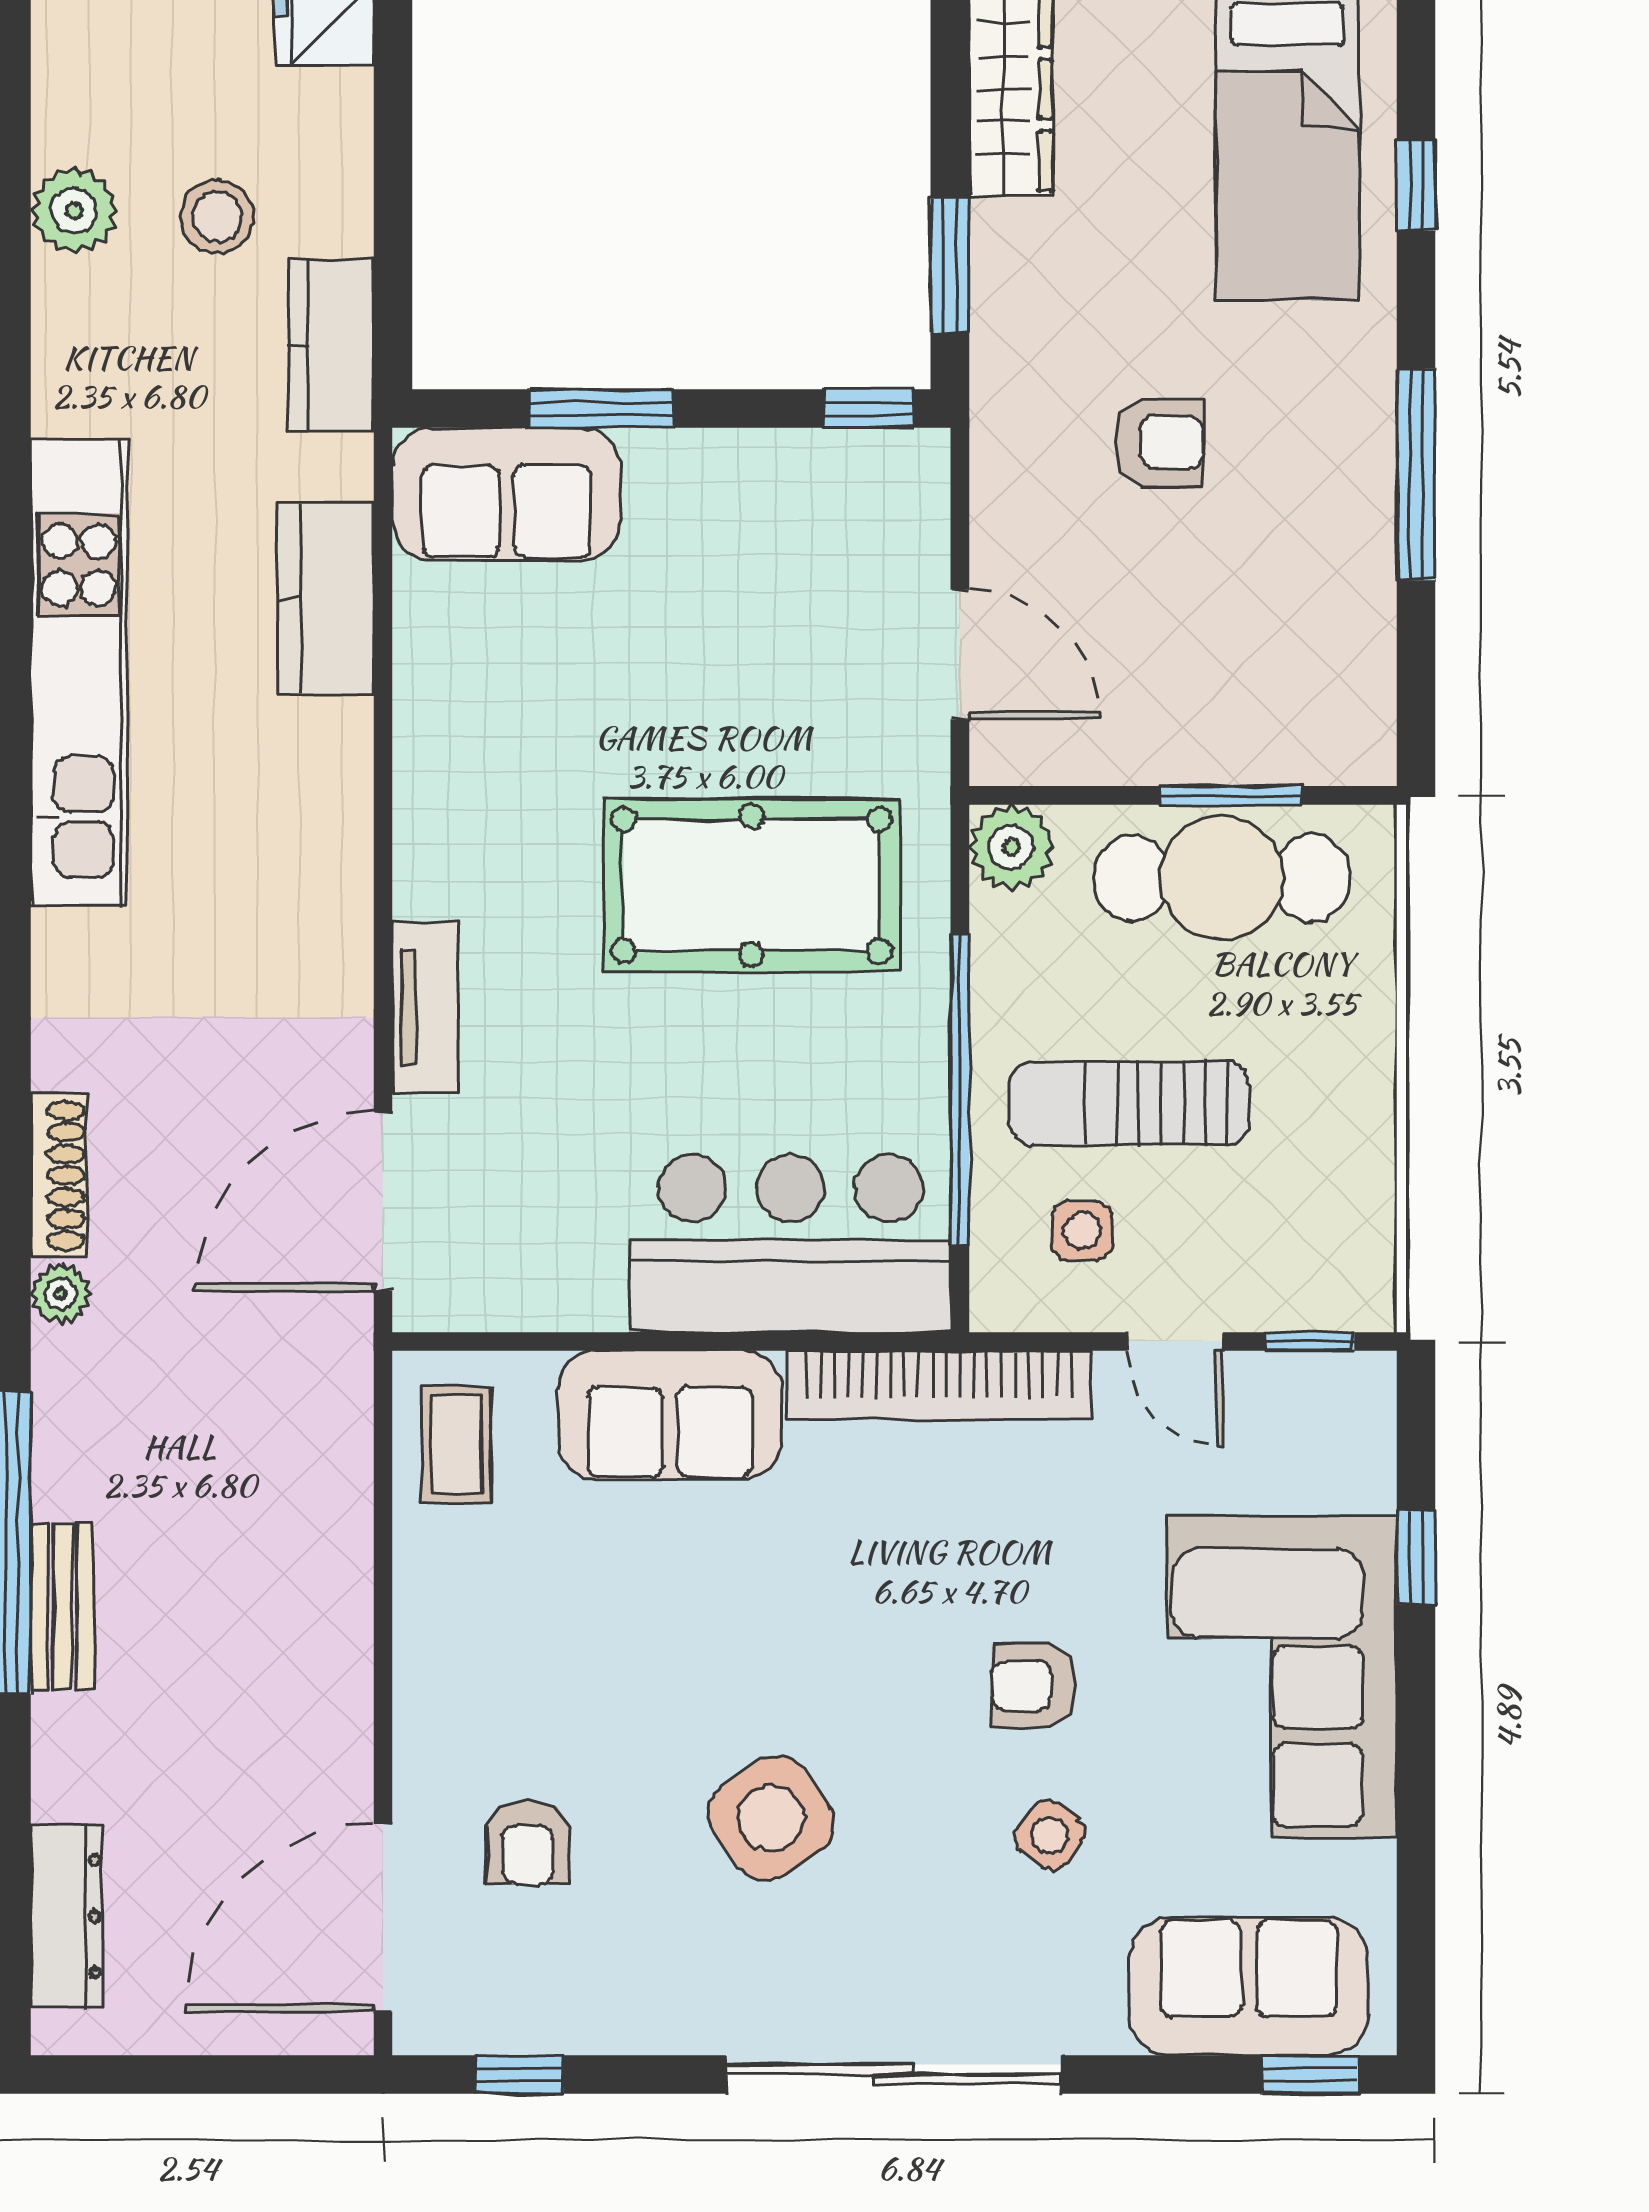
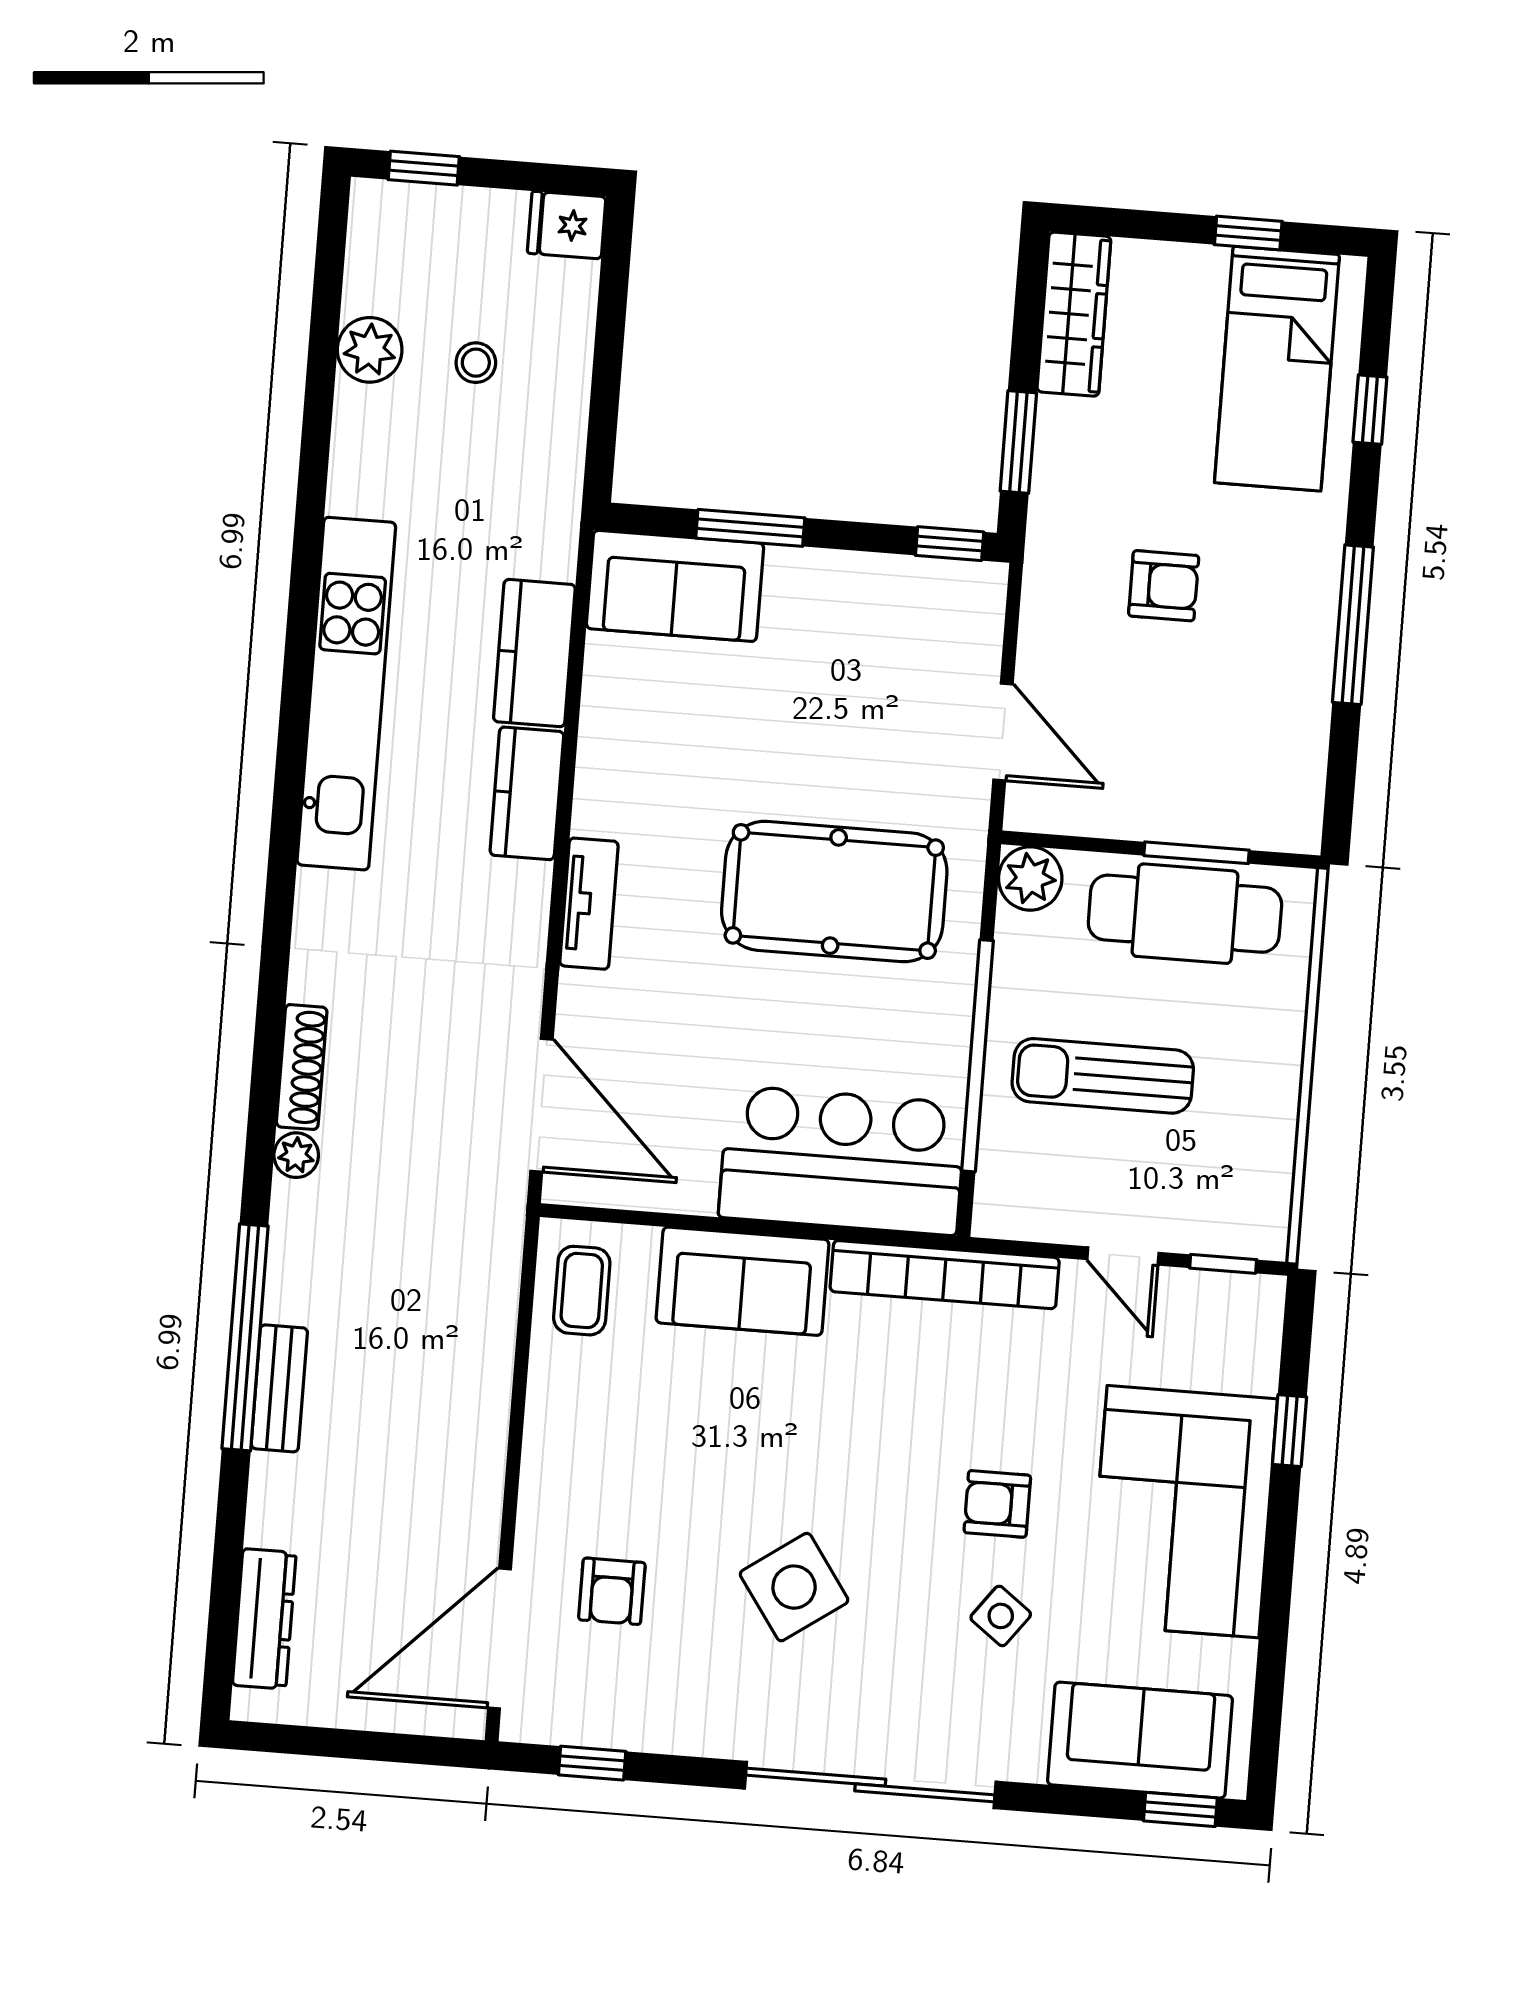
stool: (217, 217) -> (476, 363), width x0.73, depth x0.73
kitchen counter: (331, 346) -> (527, 793), moved
tv unit: (425, 1008) -> (589, 904), moved
door: (383, 1201) -> (542, 1105), swing flipped
side table: (1082, 1231) -> (1060, 1168), removed

